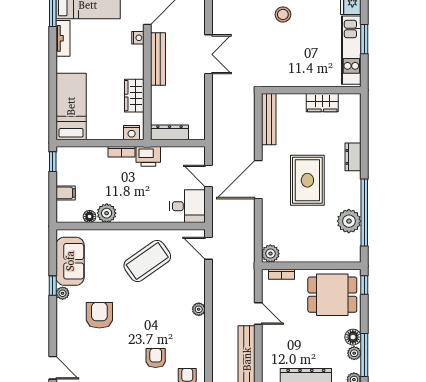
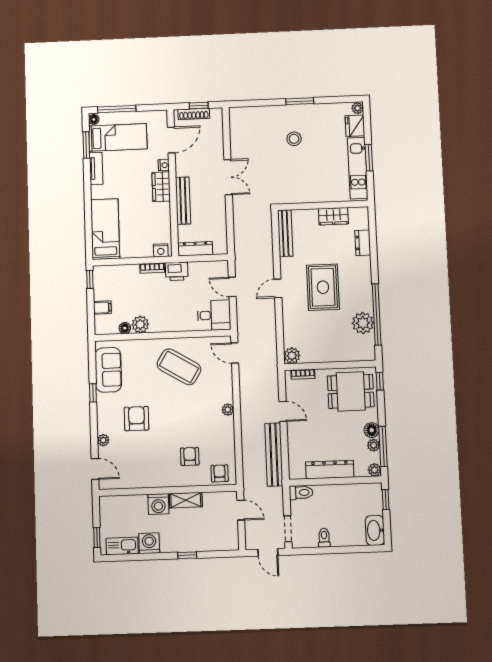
bench: (158, 59) -> (183, 201), moved
wardrobe: (134, 96) -> (161, 187), moved
dresser: (353, 157) -> (363, 243), moved
door: (258, 180) -> (278, 288), width x0.53
coffee table: (147, 261) -> (179, 367), turned 66
plant: (63, 293) -> (103, 440), moved

